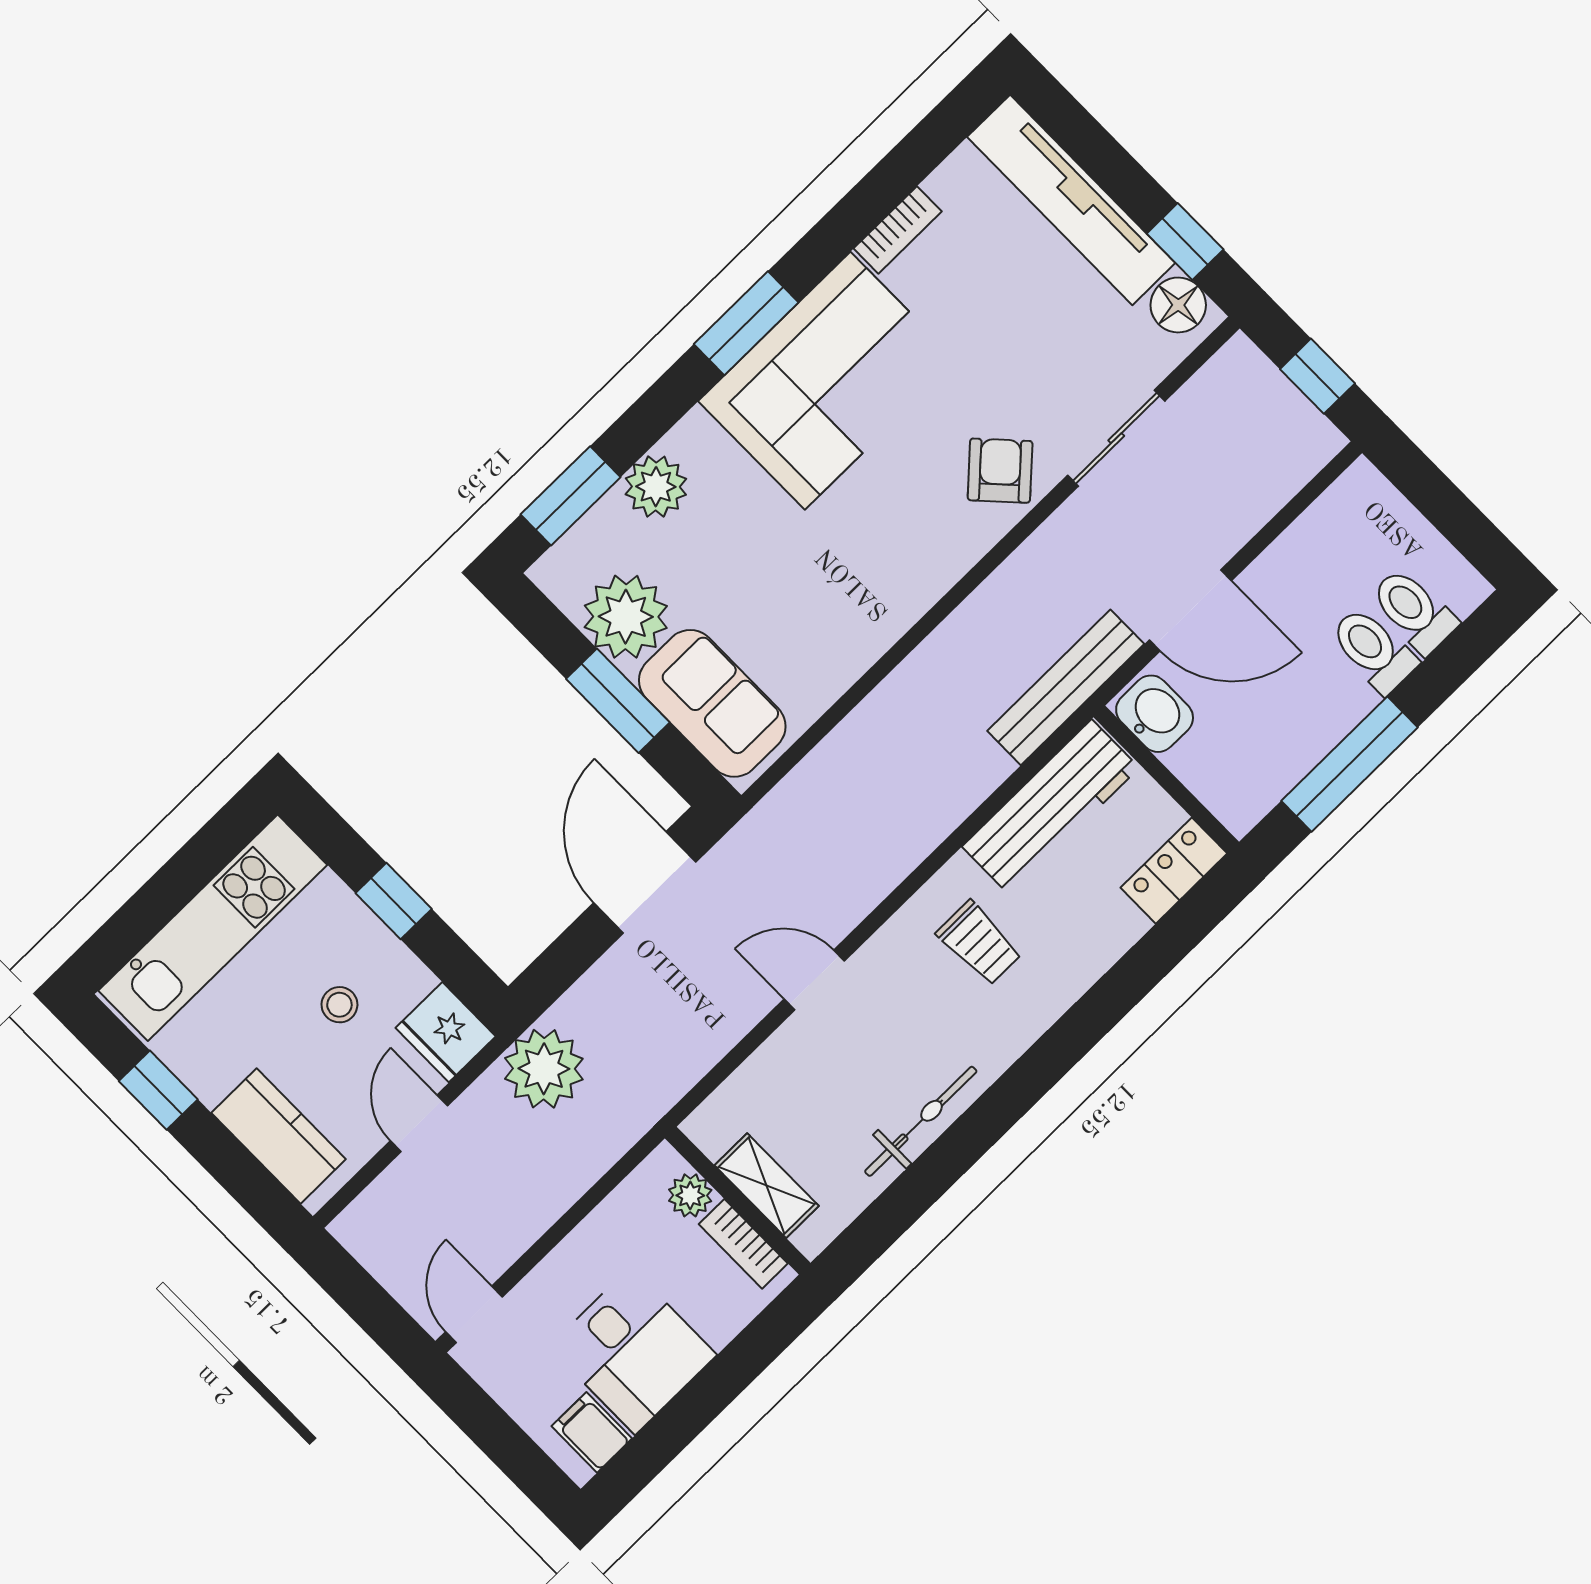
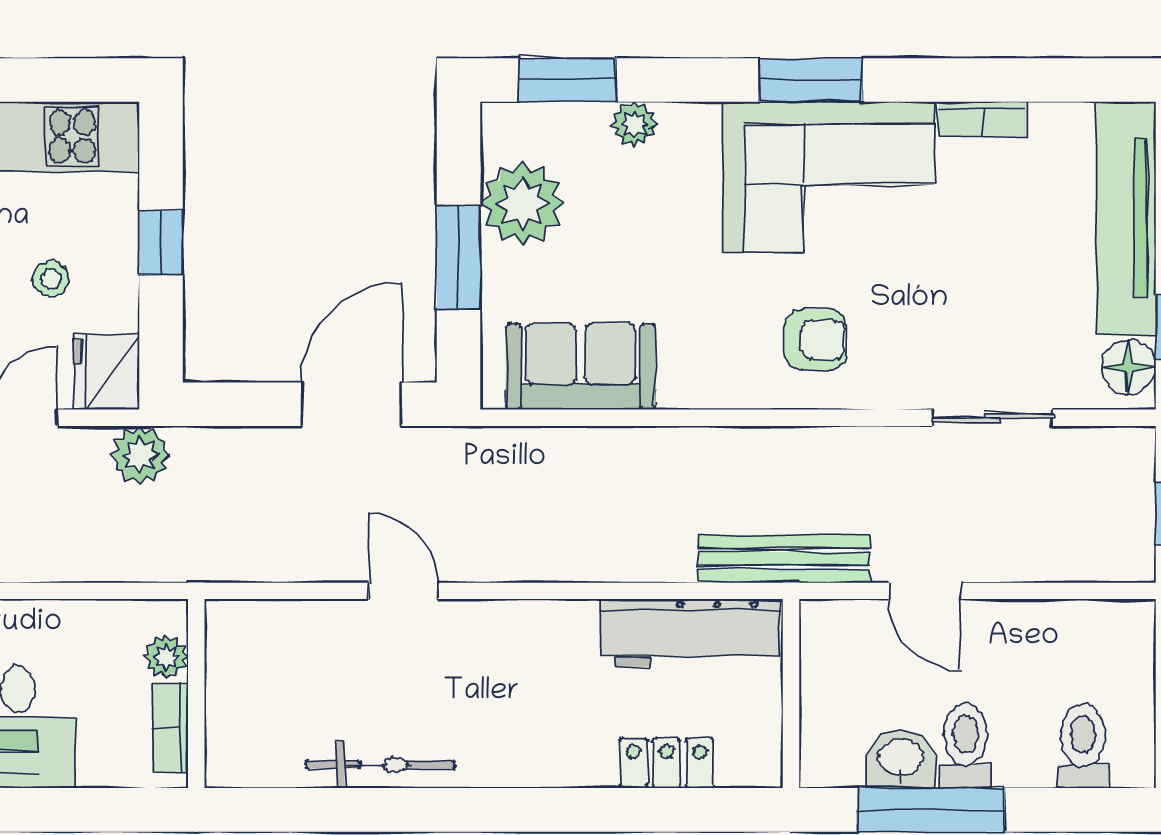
armchair: (1000, 471) -> (816, 340), moved, turned 43
plant: (656, 487) -> (634, 124), width x0.73, depth x0.73
door: (1190, 610) -> (925, 591), width x0.73
toilet: (1373, 650) -> (966, 746), moved
sofa: (712, 703) -> (581, 367), moved, turned -90
washbasin: (1155, 714) -> (901, 759), moved, turned -90
locker: (1174, 871) -> (666, 763), moved
trolley: (979, 943) -> (545, 679), removed
plant: (544, 1069) -> (140, 455), width x0.73, depth x0.73
shelving: (767, 1186) -> (227, 703), removed

